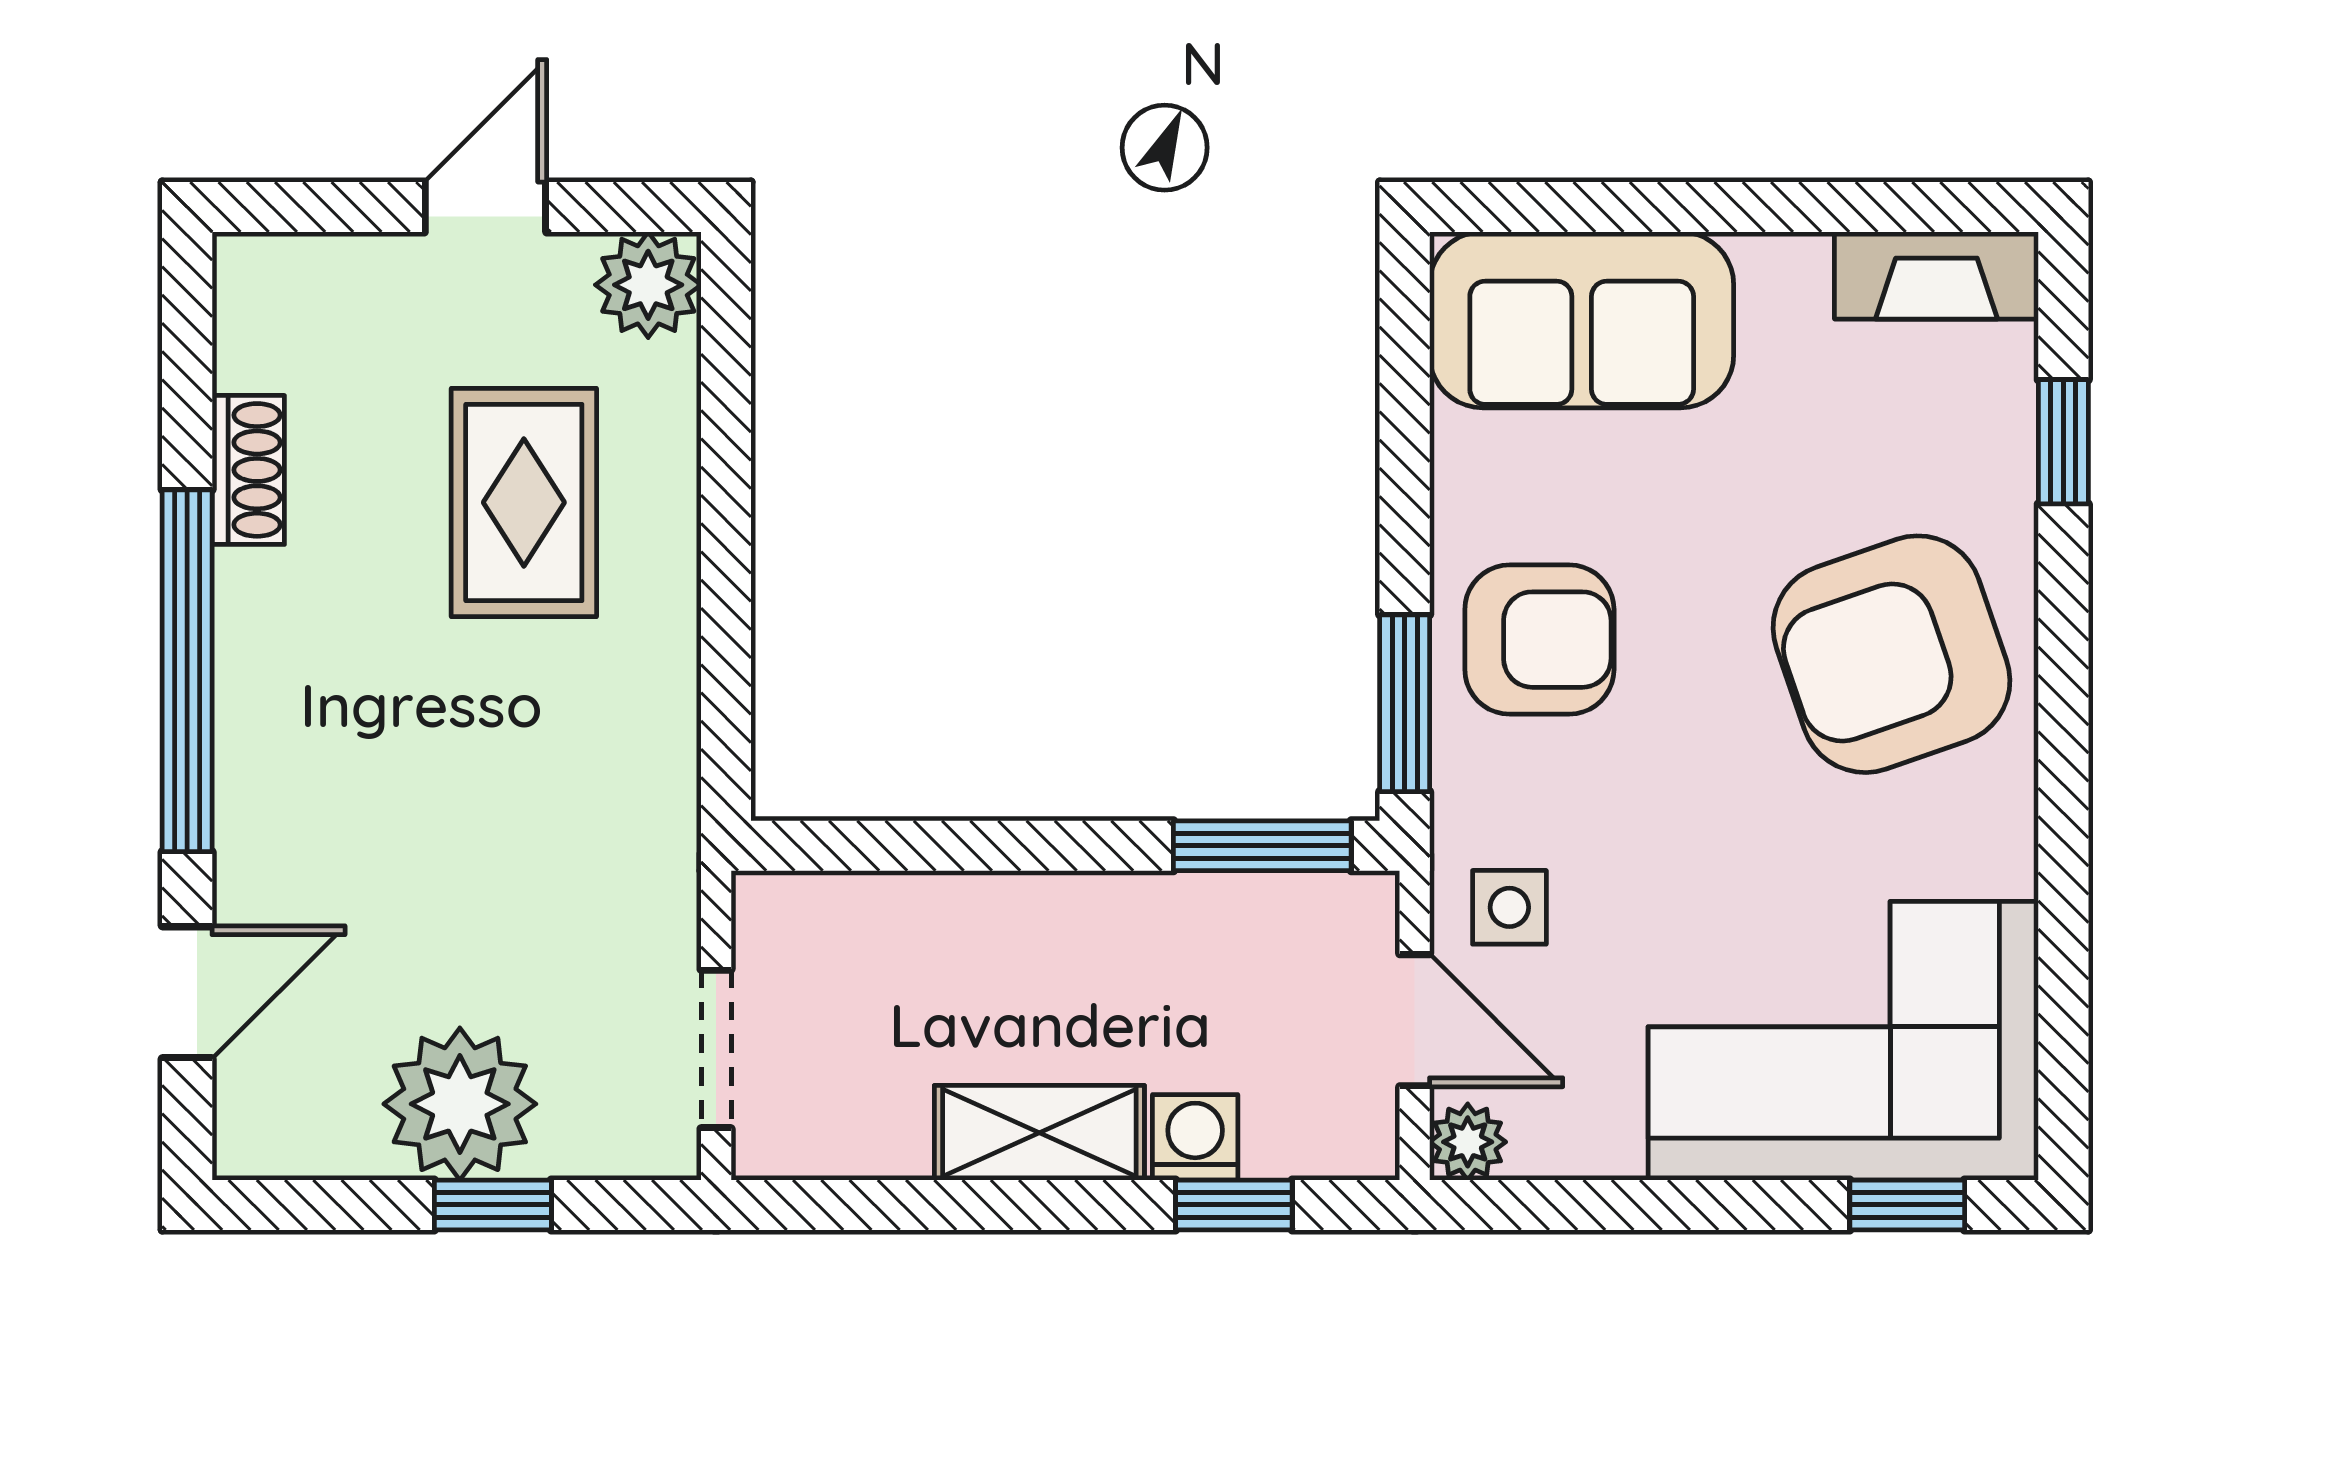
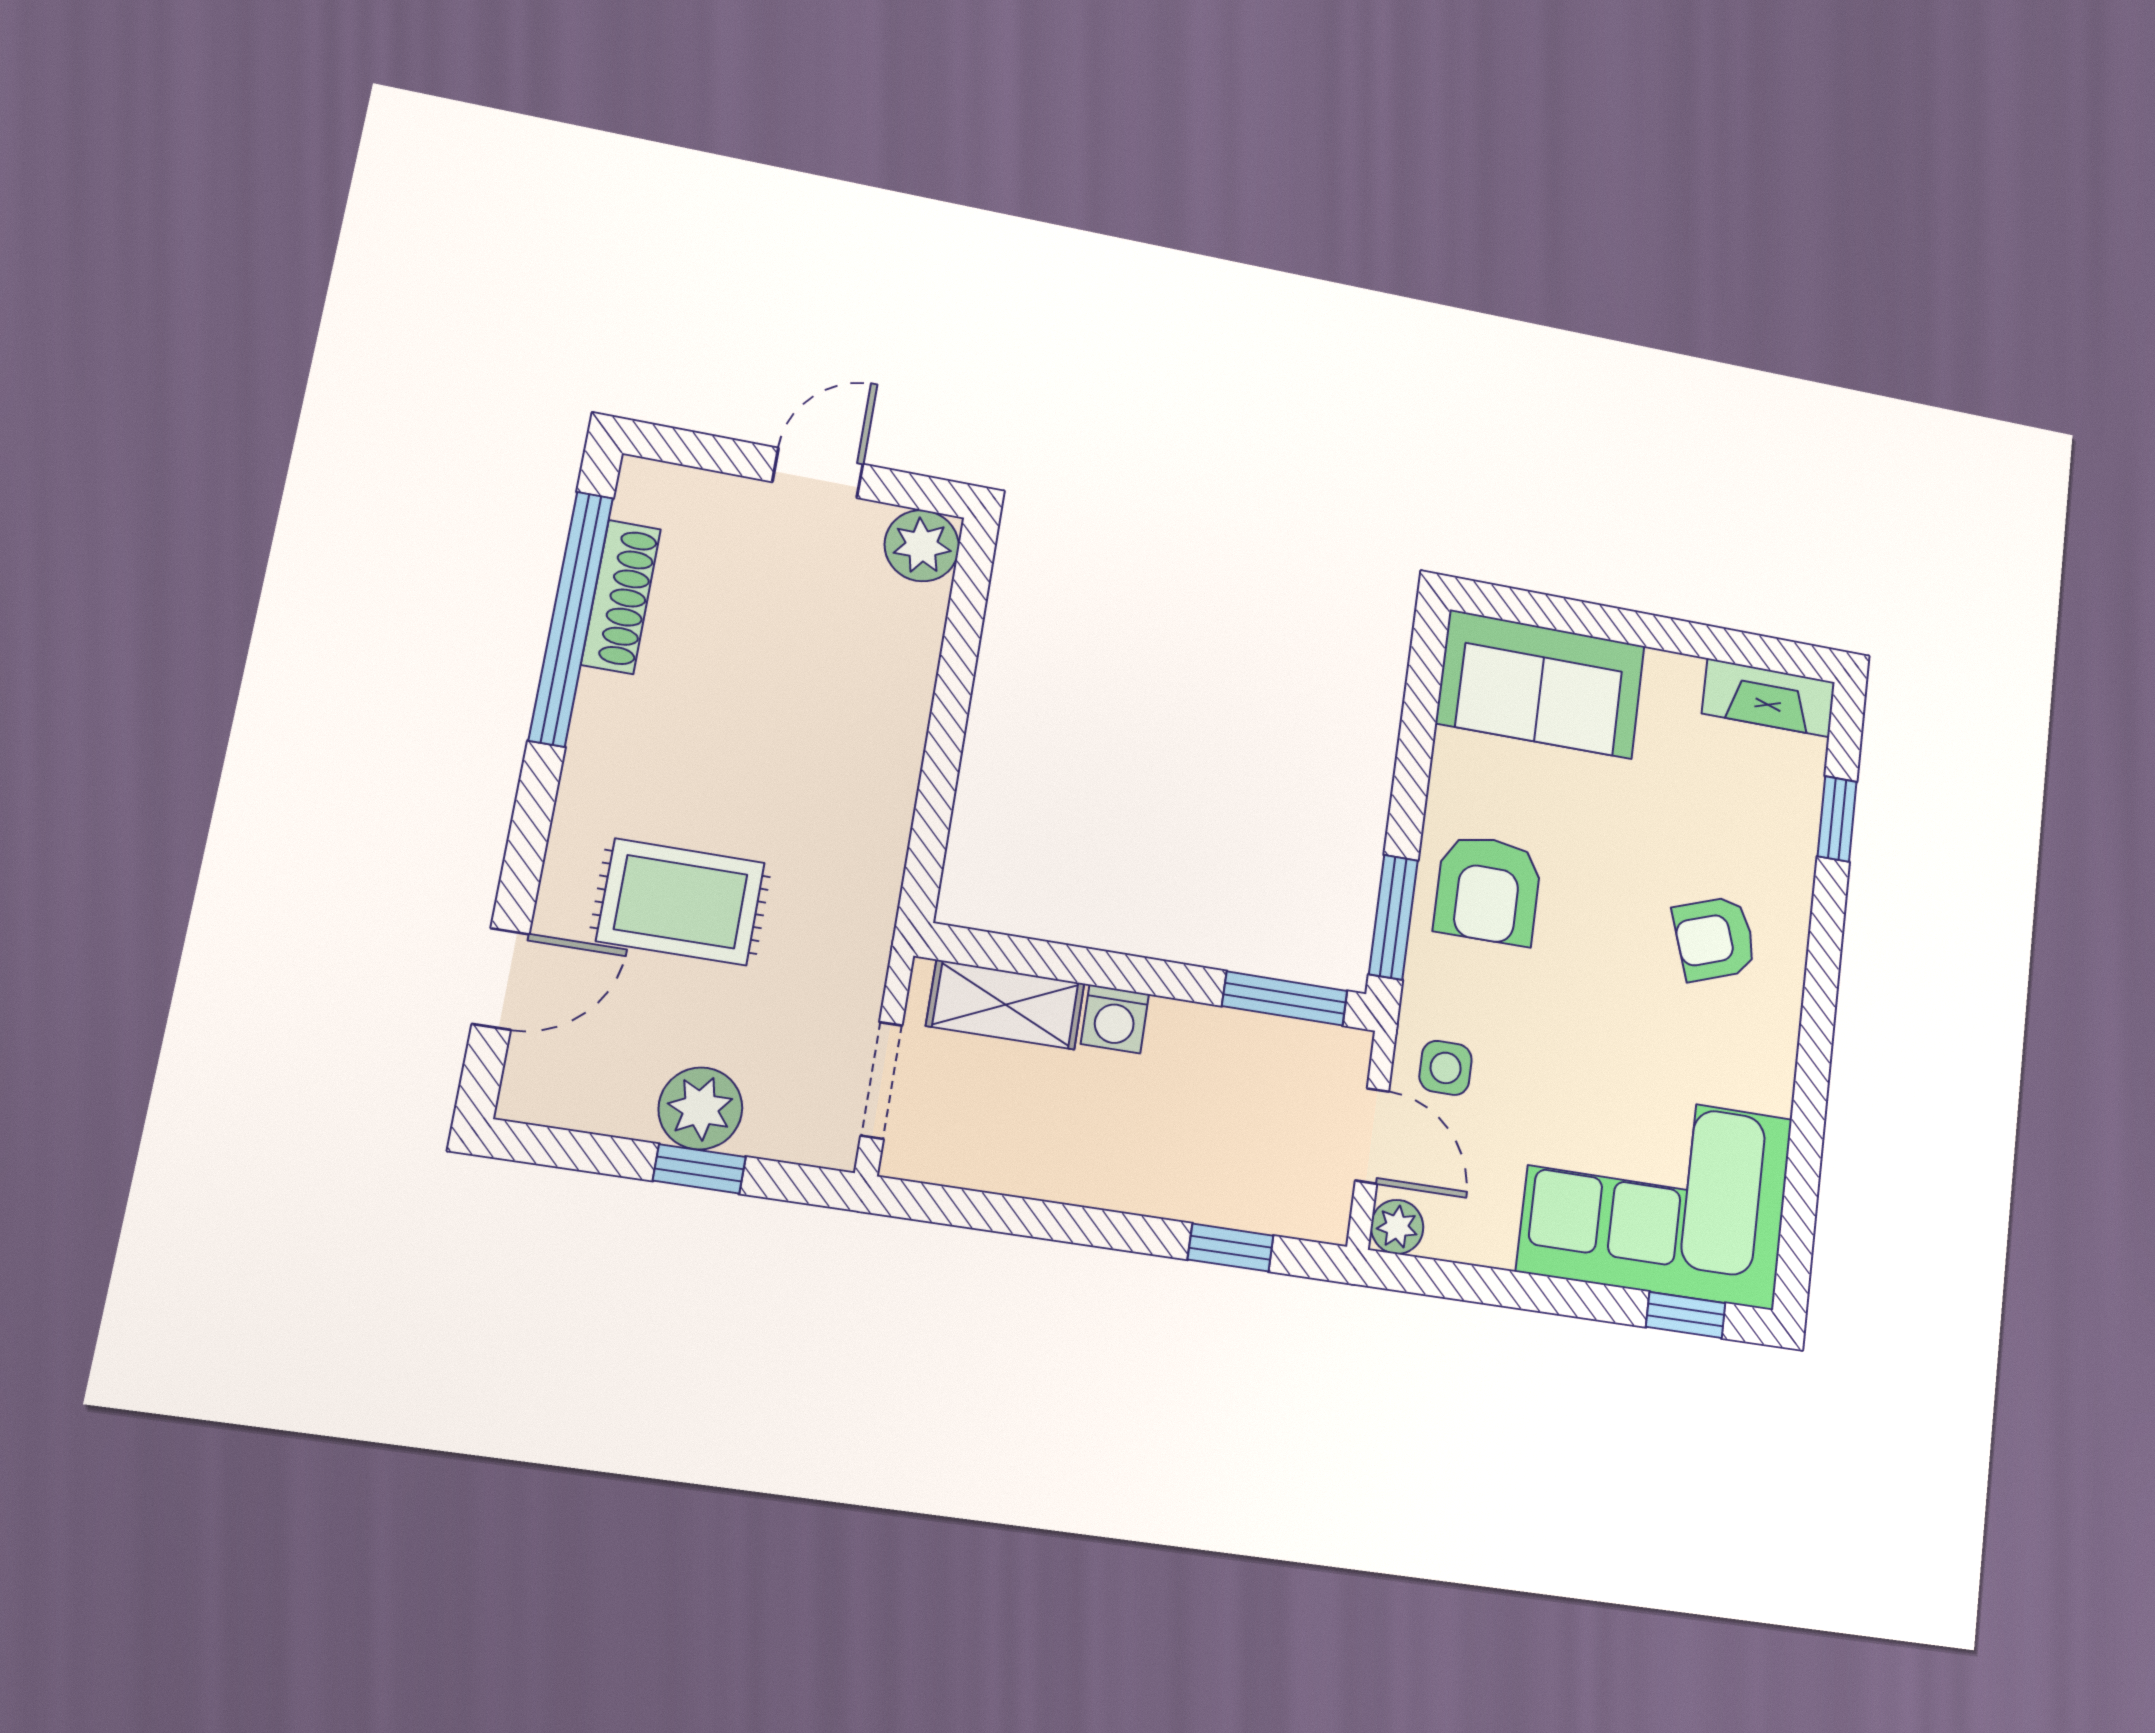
shoe rack: (248, 470) -> (621, 597), width x1.43
rug: (524, 502) -> (681, 902), moved, turned 90
armchair: (1539, 640) -> (1488, 890), turned 90
armchair: (1891, 654) -> (1715, 939), width x0.53, depth x0.53
window: (187, 671) -> (571, 618), moved
plant: (460, 1104) -> (700, 1108), width x0.73, depth x0.73
shelving: (1039, 1133) -> (1005, 1005), moved
washing machine: (1195, 1137) -> (1115, 1019), moved, turned 180

